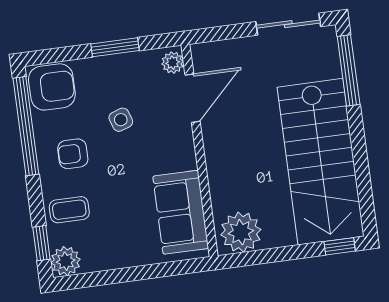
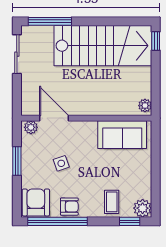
armchair: (73, 154) -> (69, 207), moved, turned -90
plant: (241, 232) -> (145, 106), width x0.53, depth x0.53

